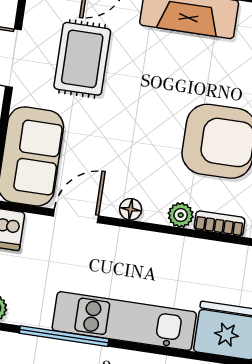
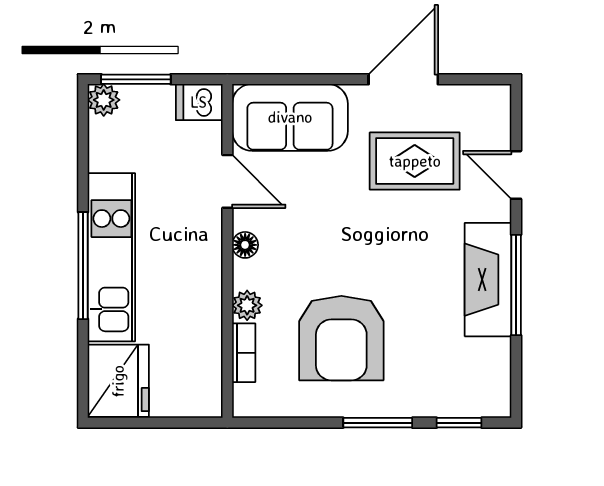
window: (64, 336) -> (83, 266), moved

